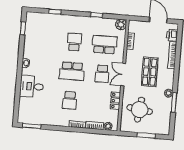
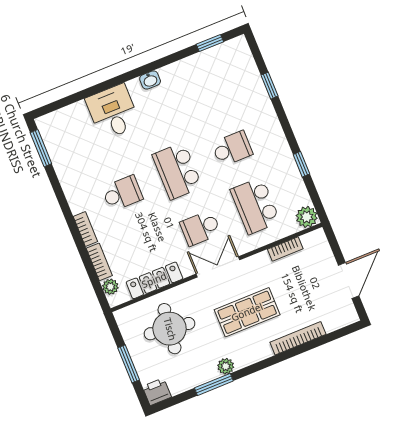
printer: (172, 35) -> (157, 392), moved
school desk: (105, 45) -> (255, 206), turned 180
school desk: (70, 100) -> (122, 193), turned 180
locker: (115, 101) -> (154, 280), width x1.53

